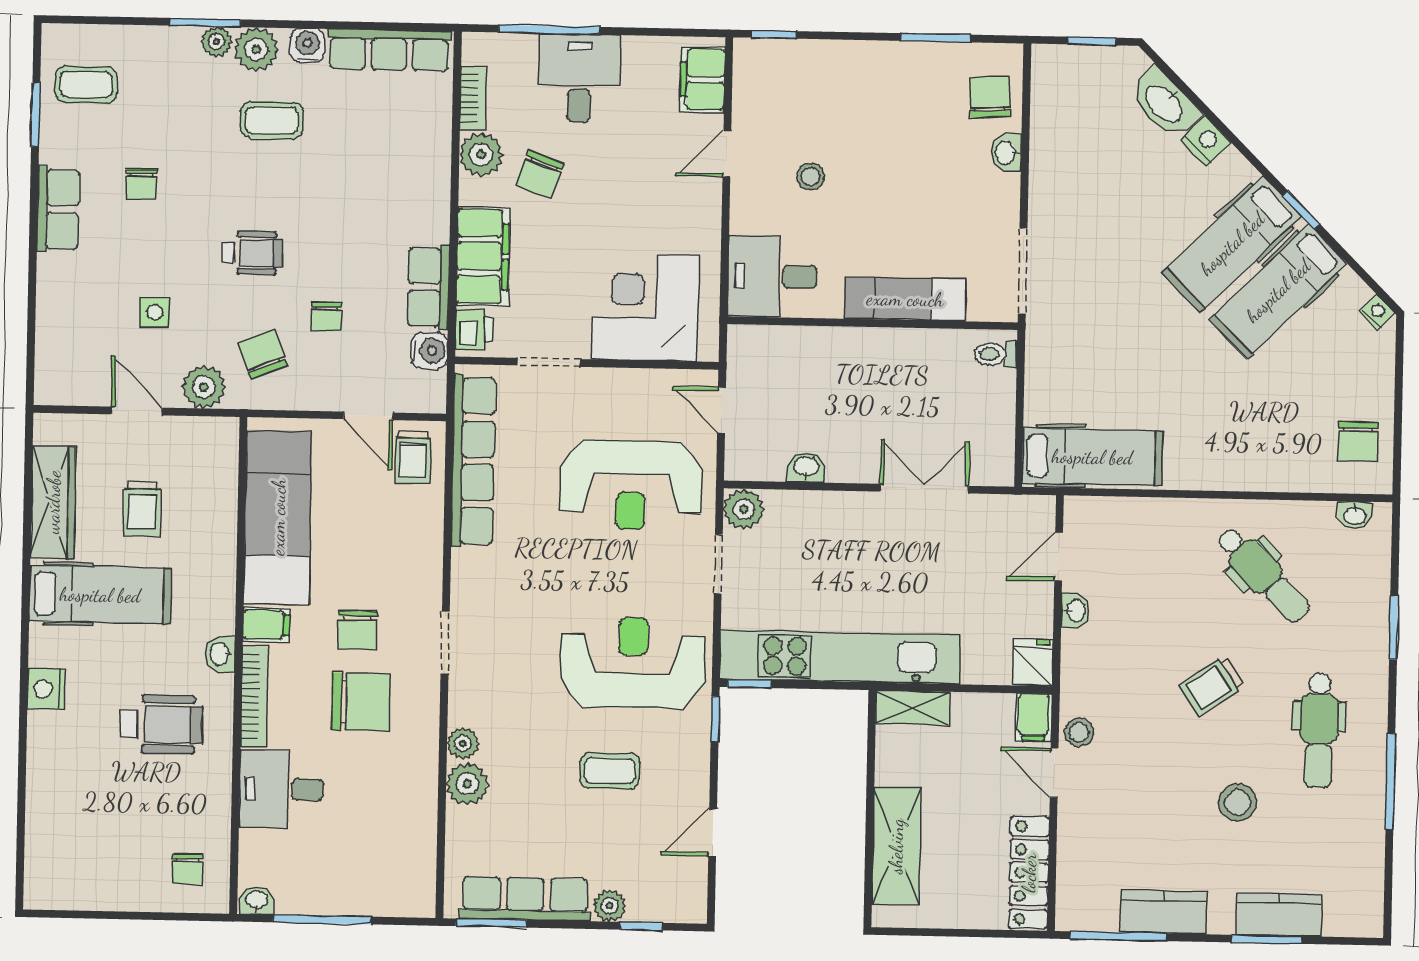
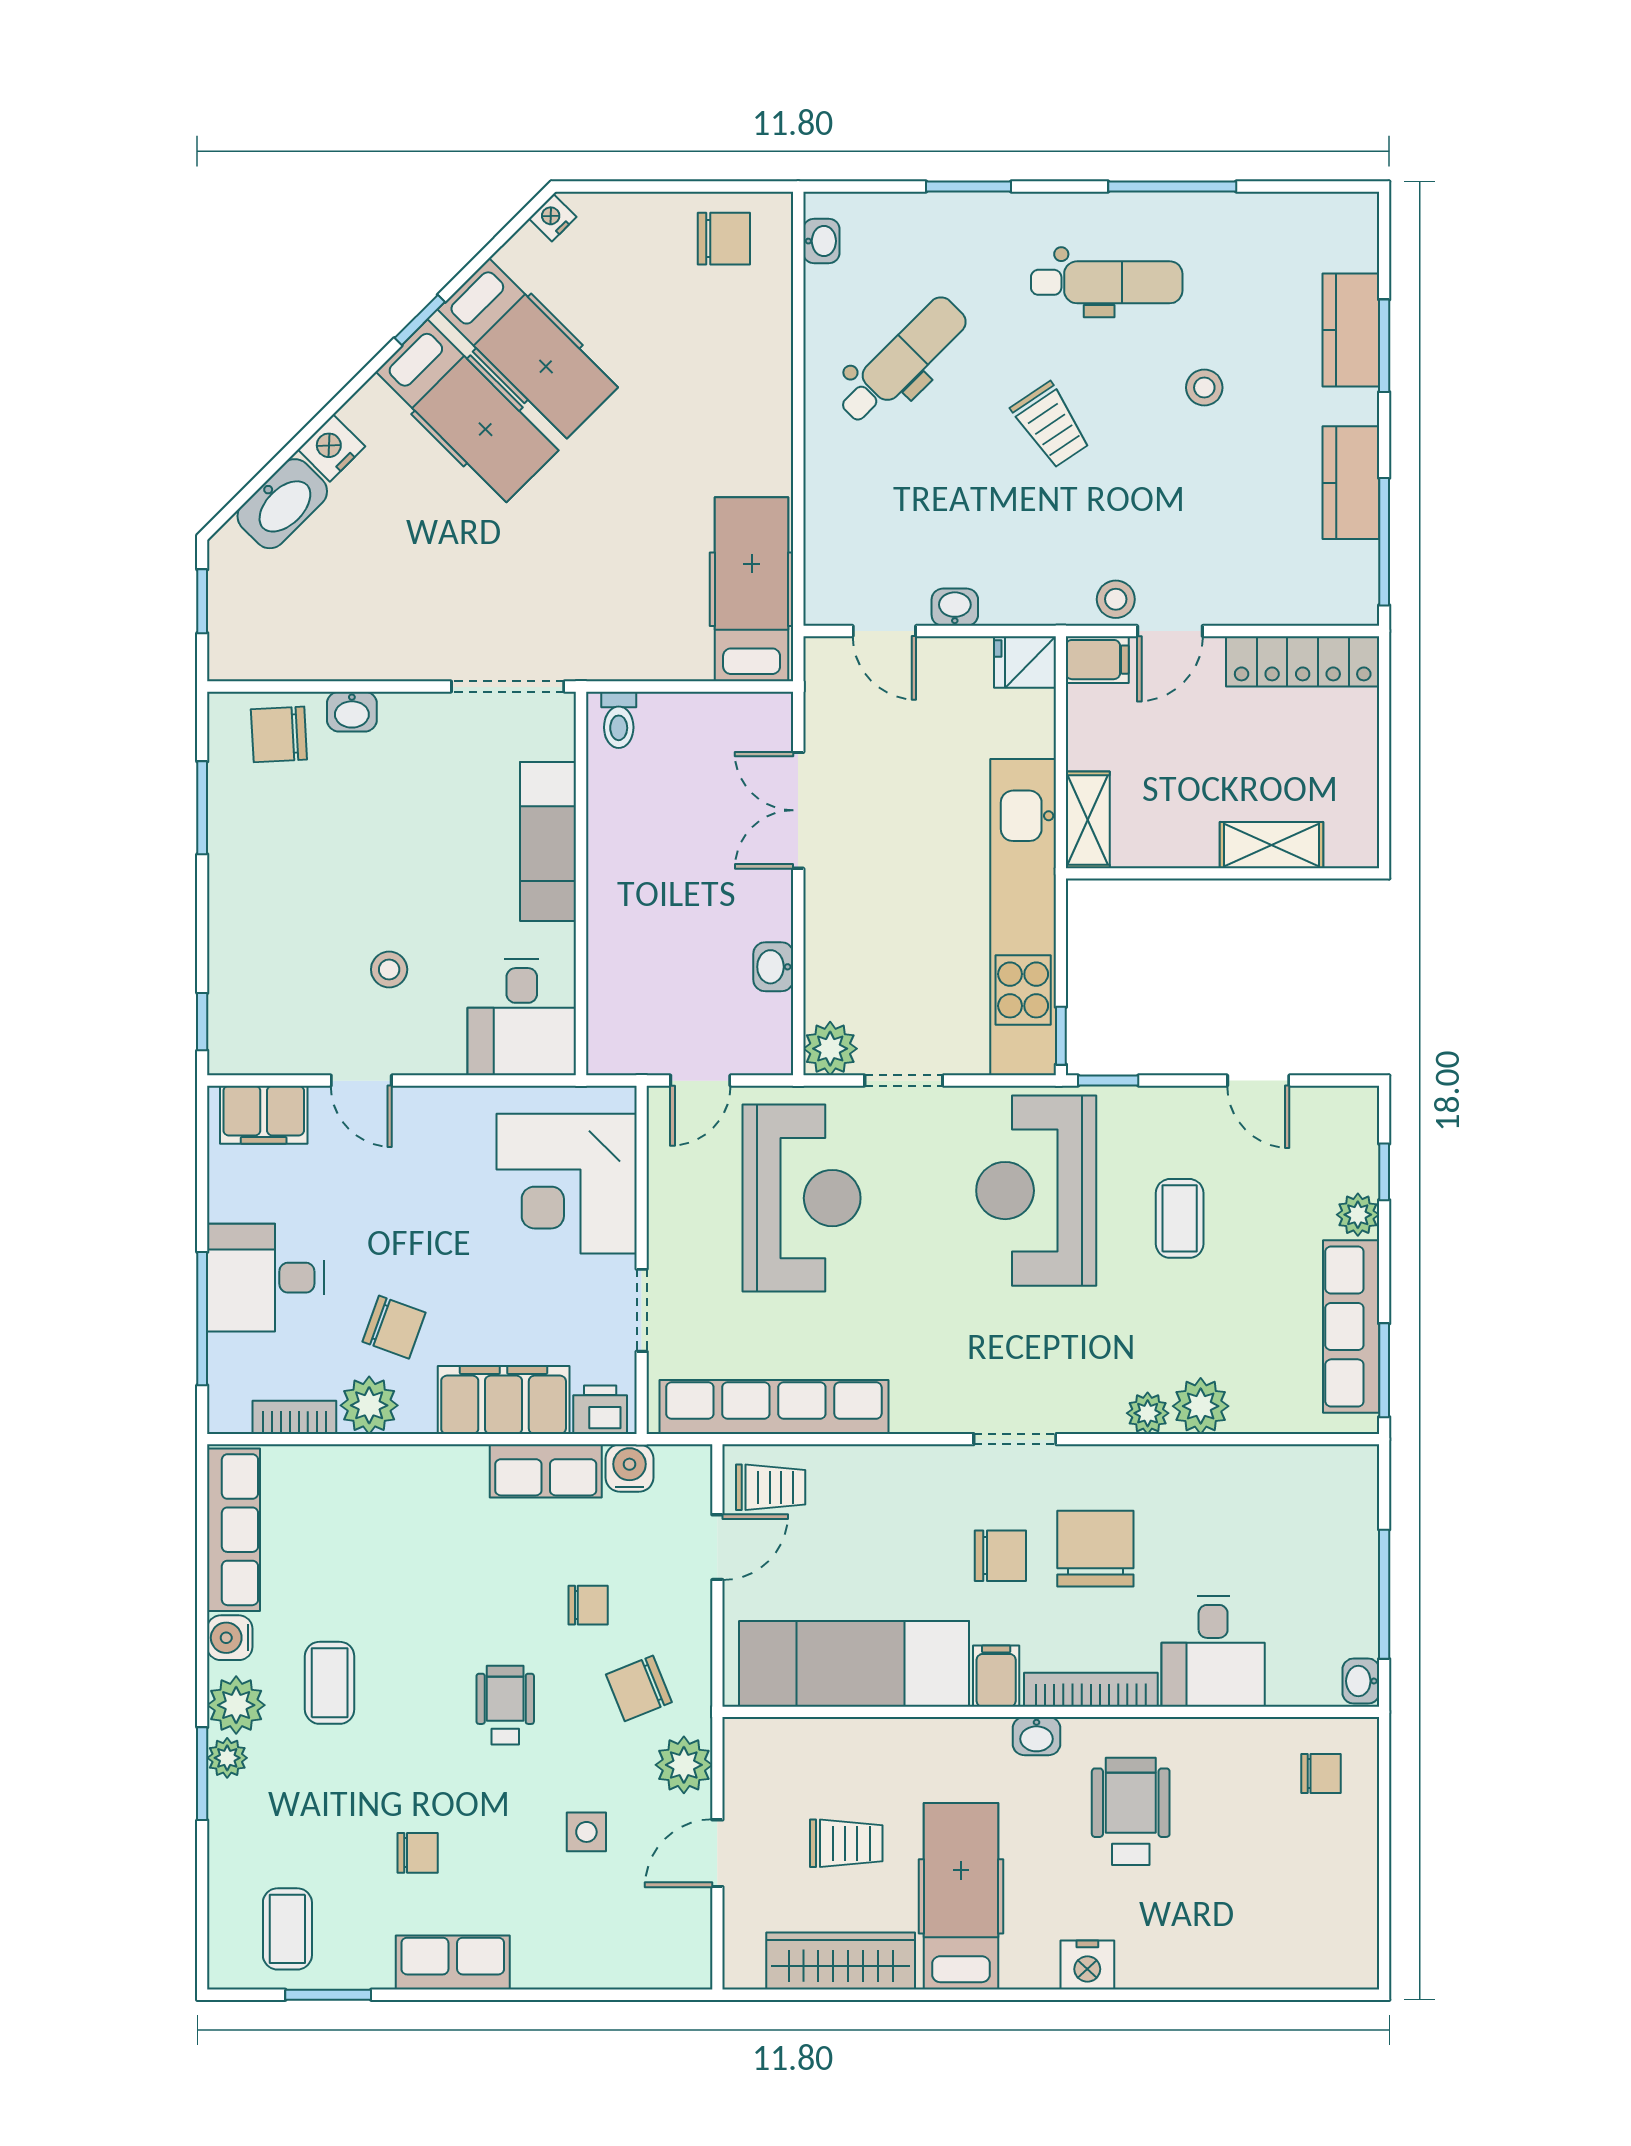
stool: (1238, 803) -> (1204, 388), width x0.73, depth x0.73
shelving: (896, 846) -> (1271, 845), width x0.67, depth x0.75

